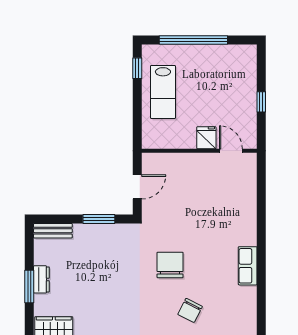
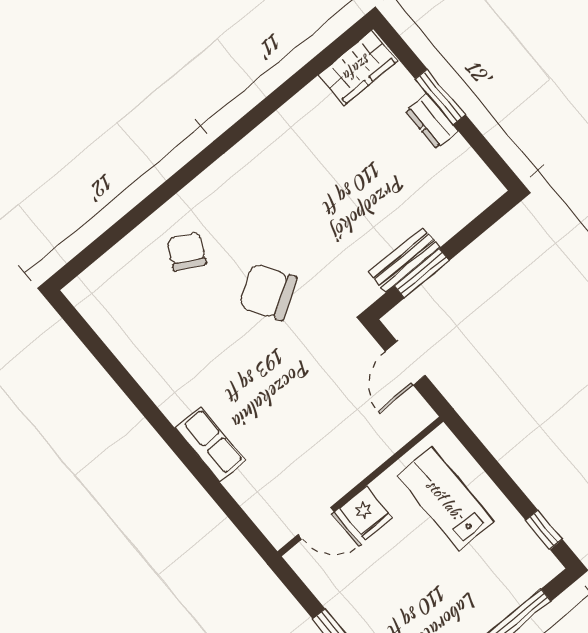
lab bench: (163, 92) -> (445, 499), moved
bench: (53, 231) -> (404, 260), moved
chair: (170, 265) -> (268, 292), turned 148
row of seats: (248, 266) -> (210, 444), moved

